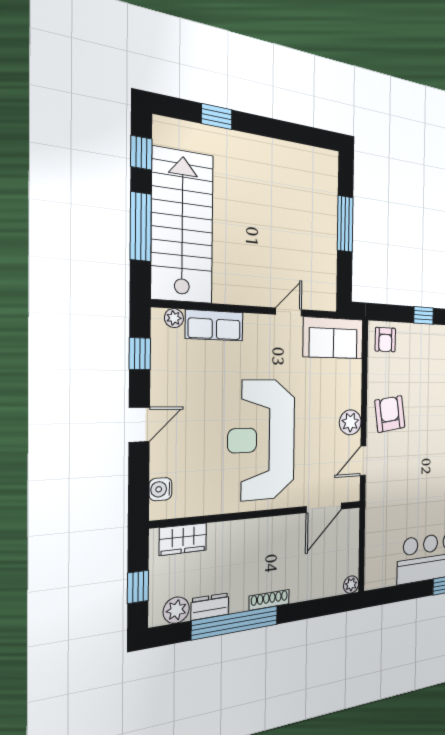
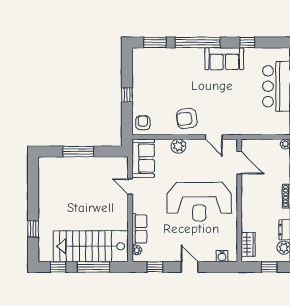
armchair: (385, 340) -> (143, 123), turned -90
plant: (350, 422) -> (178, 146), moved

